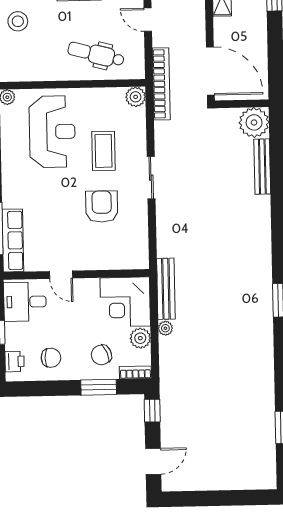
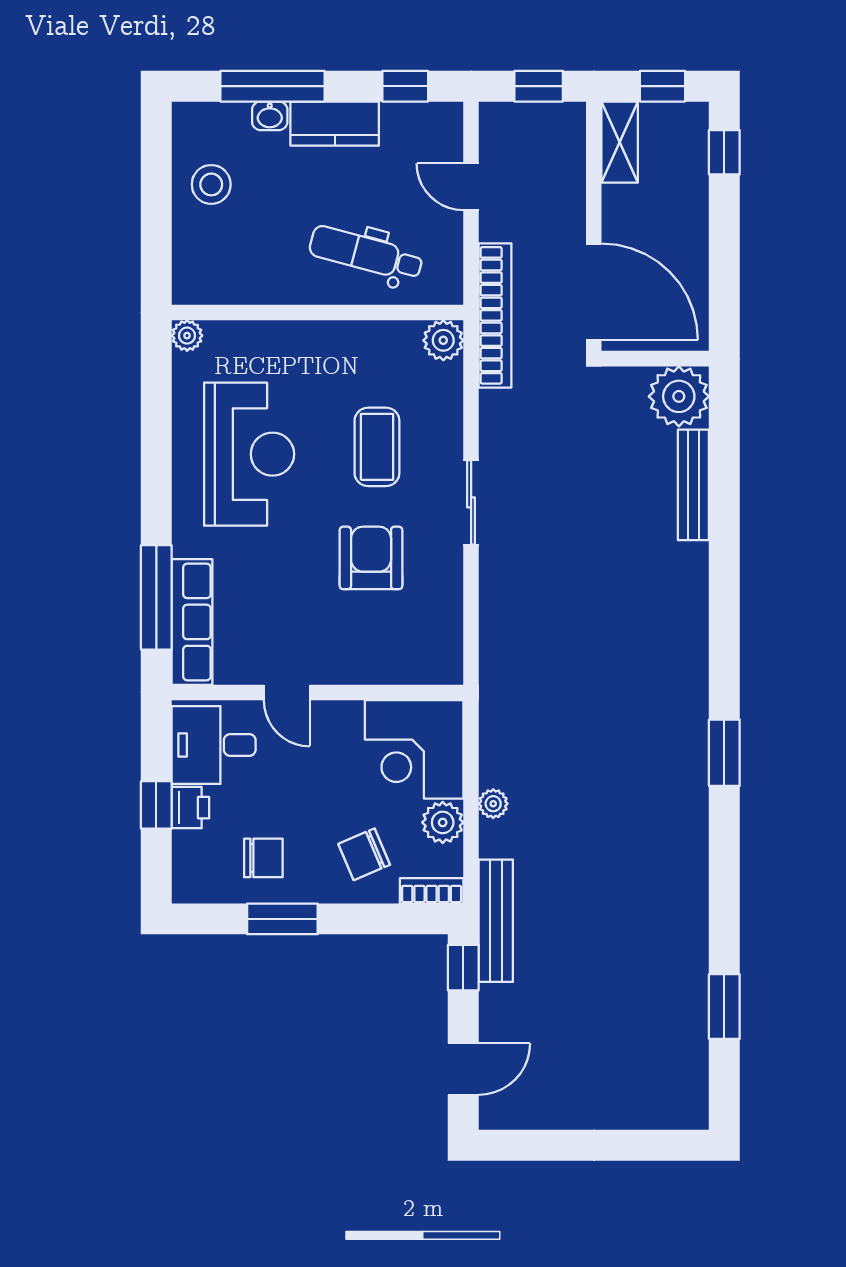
reception desk: (52, 132) -> (249, 454), moved
bench: (166, 289) -> (496, 921), moved
printer: (15, 362) -> (190, 808), moved
window: (99, 387) -> (282, 919), moved

